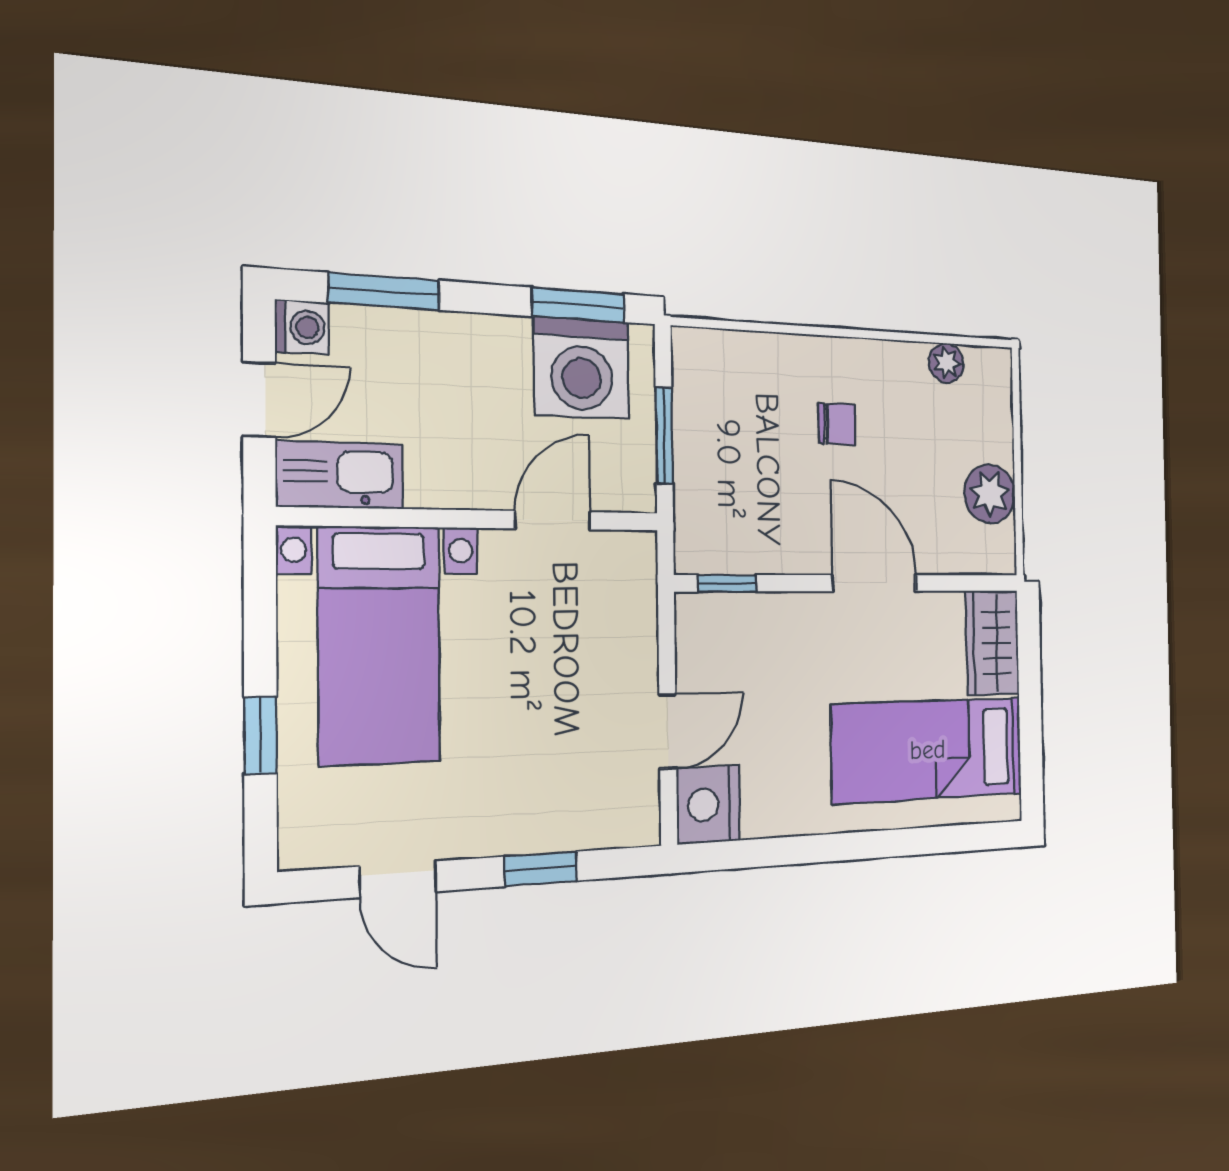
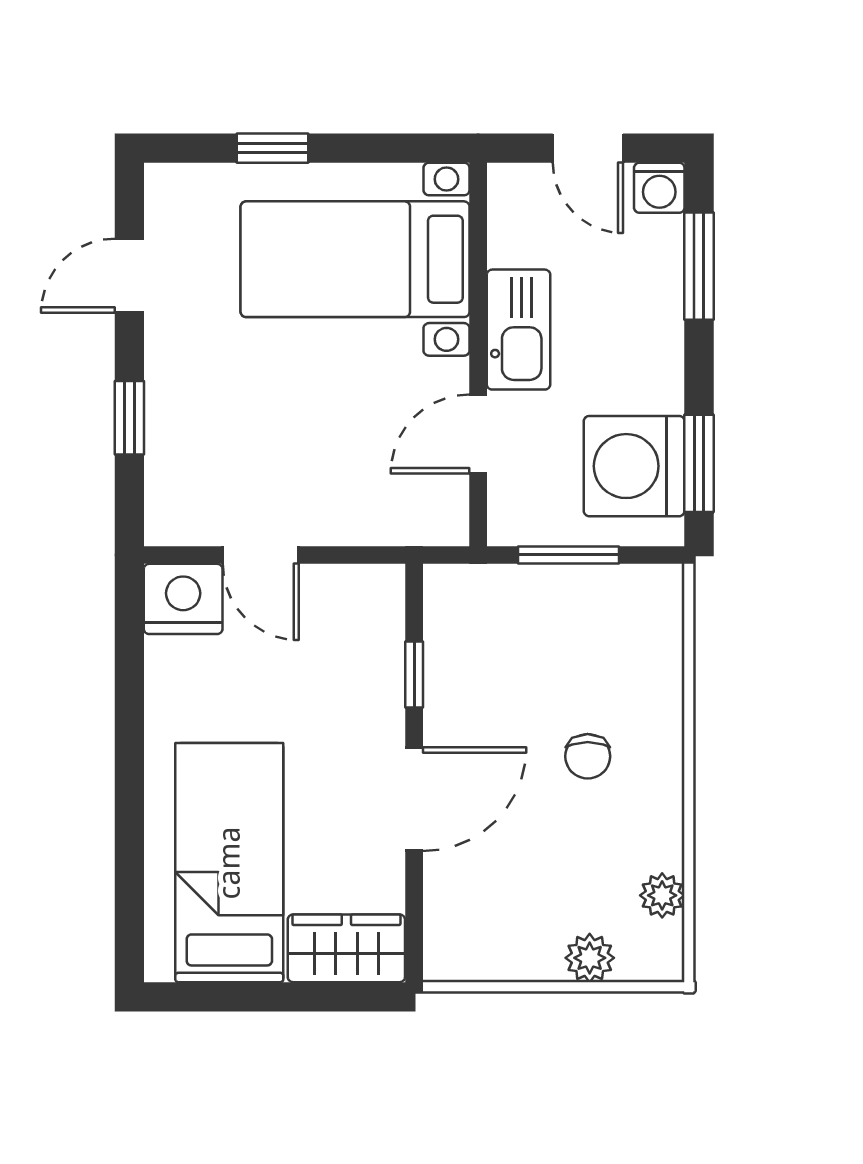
kitchen sink: (340, 475) -> (519, 330), moved
plant: (990, 494) -> (590, 958), moved, width x0.73, depth x0.73
door: (553, 520) -> (478, 434), swing flipped
window: (727, 583) -> (414, 675), moved

